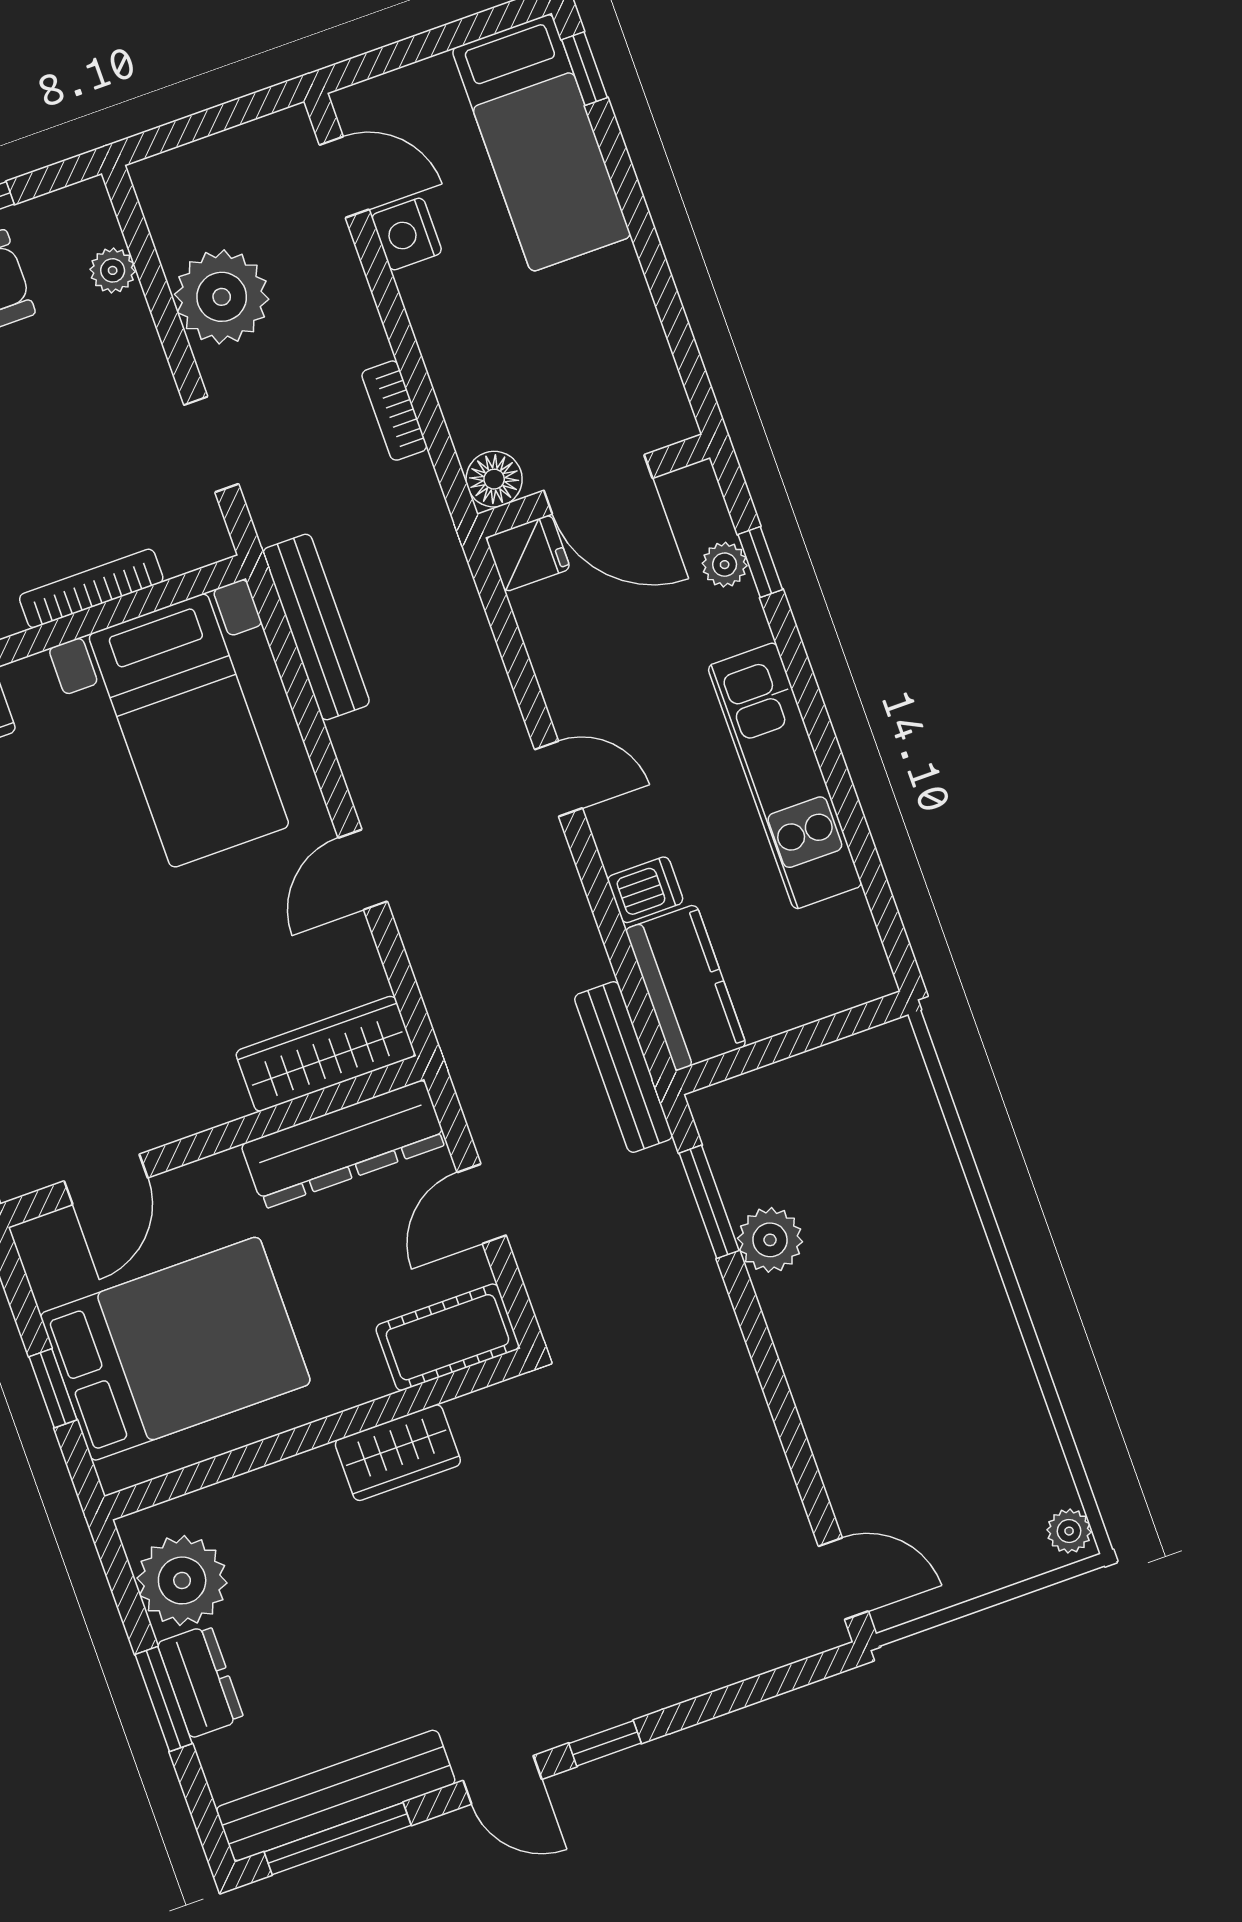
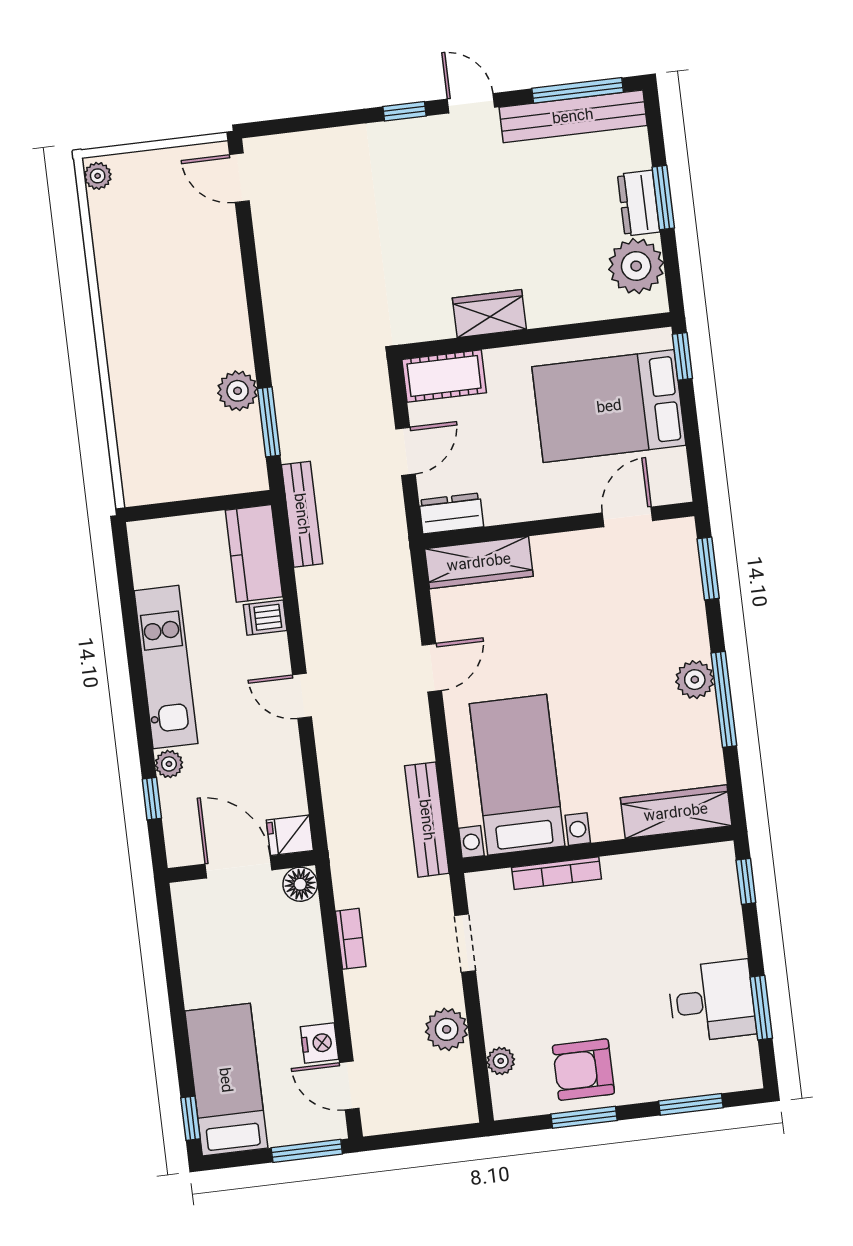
window: (388, 58) -> (307, 1151), added
plant: (222, 297) -> (447, 1029), width x0.73, depth x0.73
plant: (725, 565) -> (169, 764), moved
dresser: (344, 1144) -> (451, 513), width x0.51, depth x0.80
window: (53, 1388) -> (682, 356), moved

